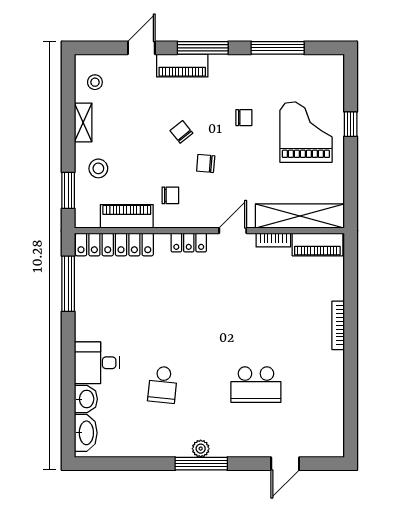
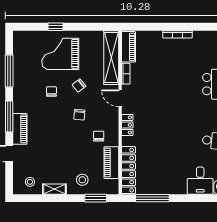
chair: (181, 132) -> (79, 86), moved

